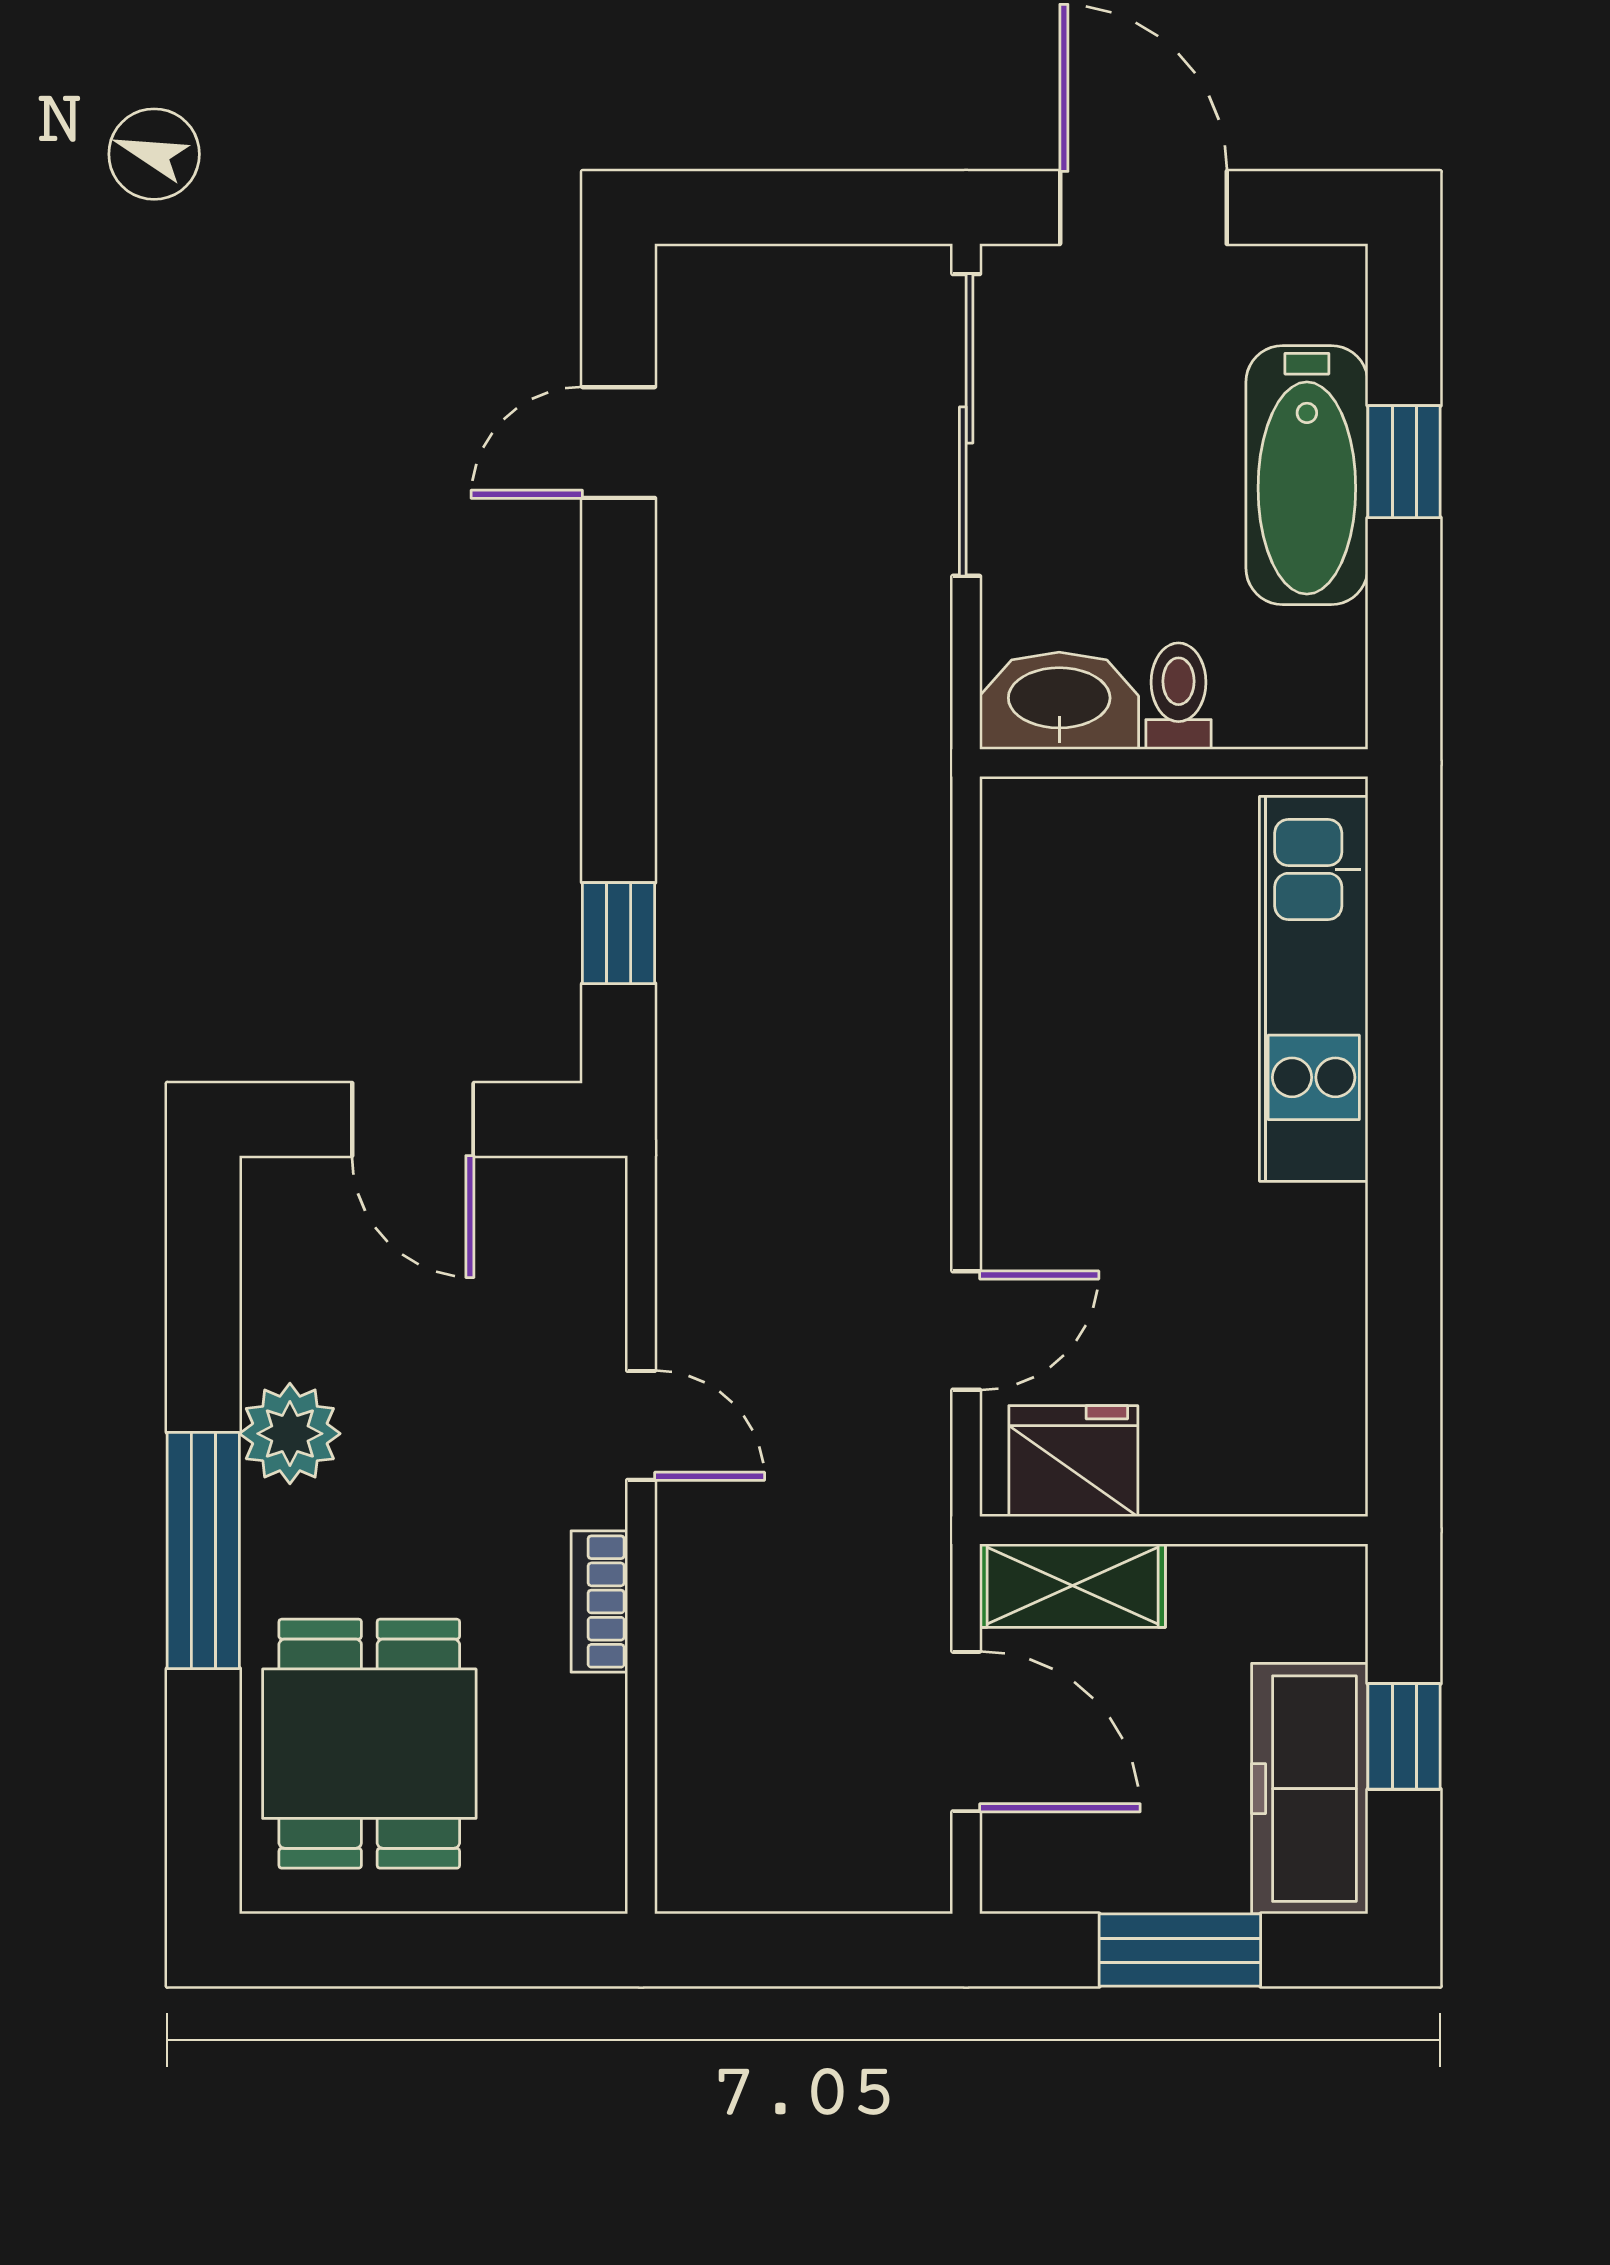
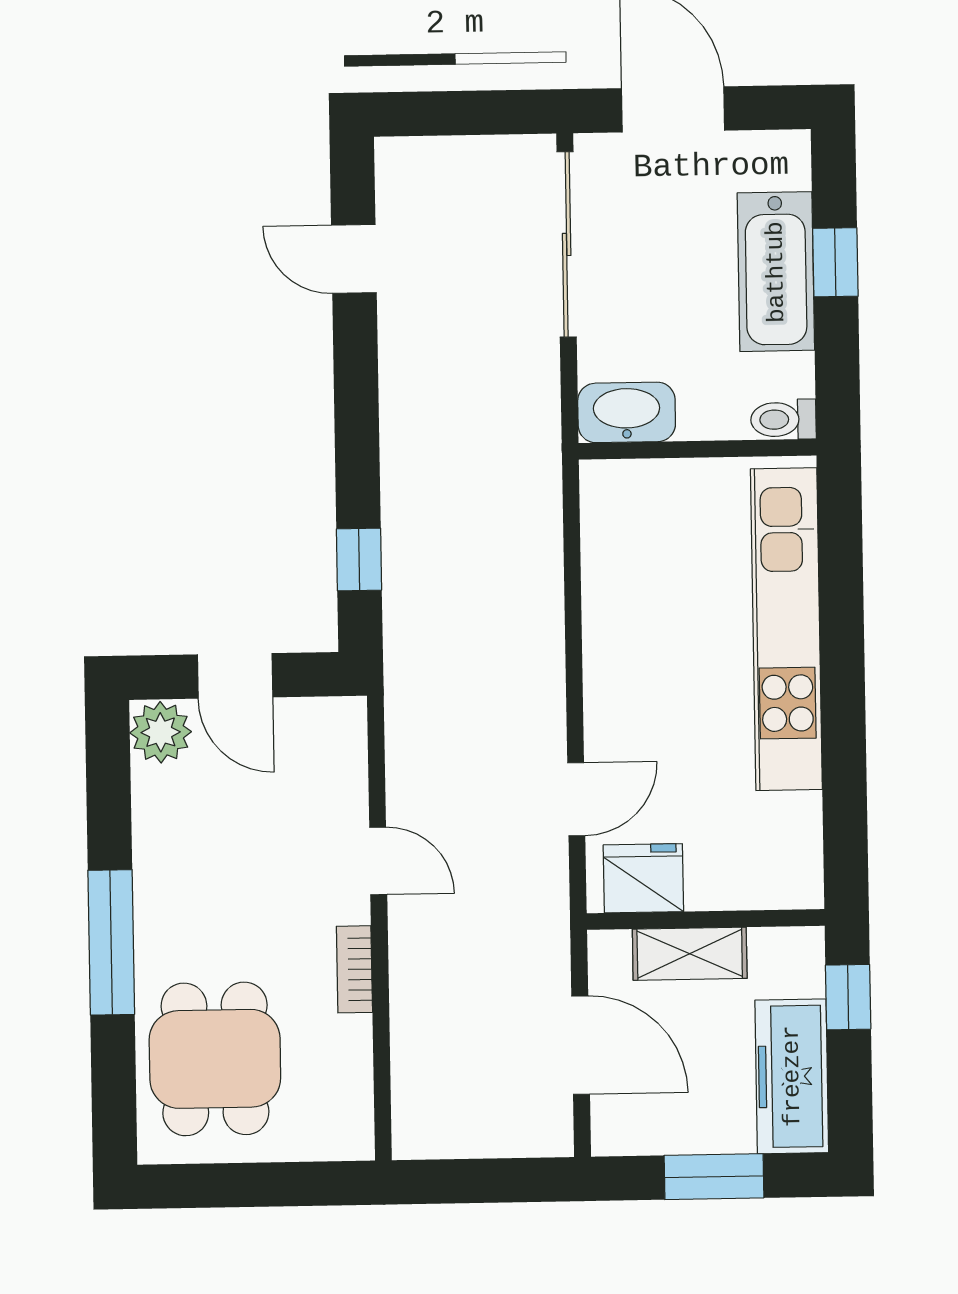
door: (619, 443) -> (354, 259), hinge flipped
toilet: (1178, 696) -> (783, 419), moved, turned -90
kitchen unit: (1314, 989) -> (786, 629), width x1.36
plant: (290, 1434) -> (161, 732), moved
shelving: (1073, 1586) -> (690, 954), moved
window: (1404, 1736) -> (848, 997), moved

